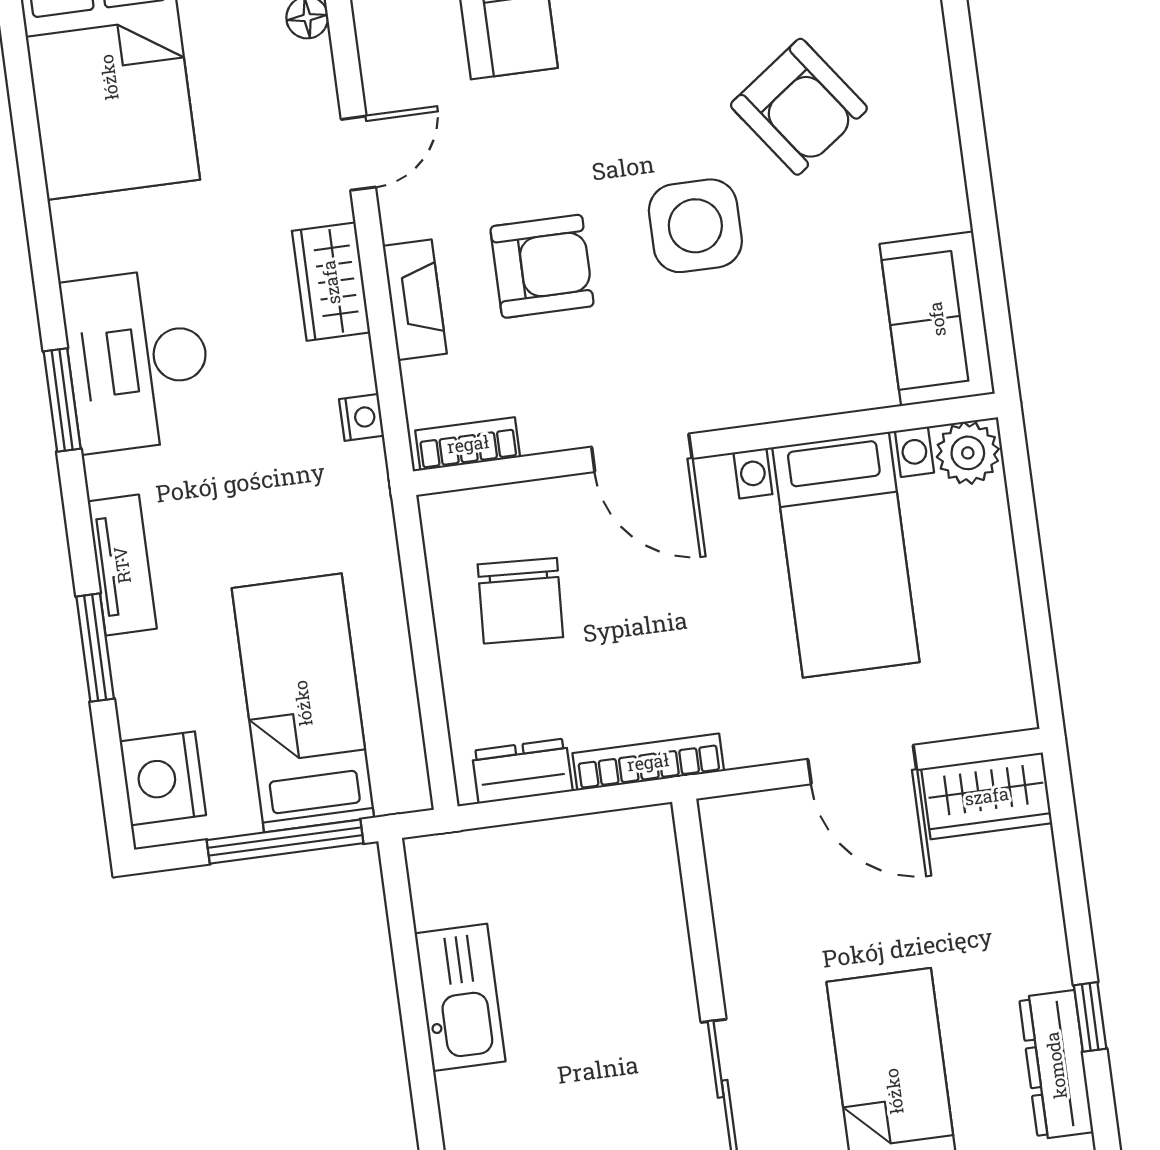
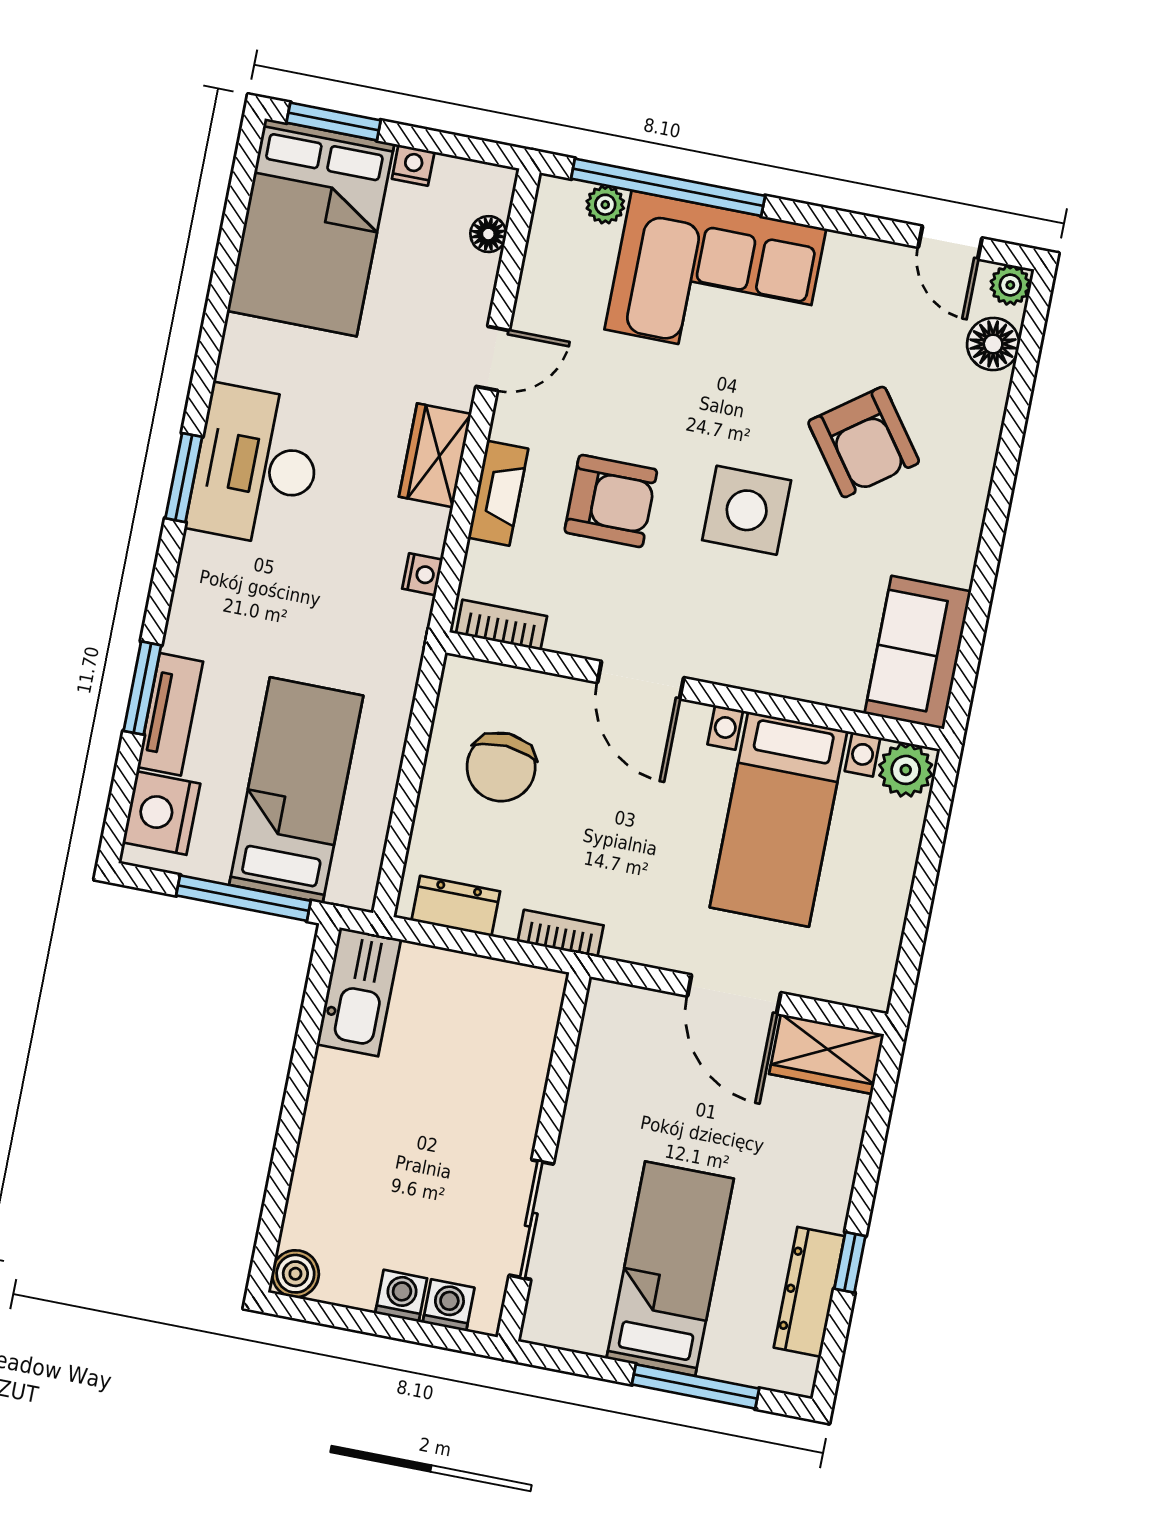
tv unit: (122, 565) -> (170, 714), moved
bookcase: (648, 762) -> (561, 933), width x0.64
kitchen sink: (460, 997) -> (359, 992), moved

